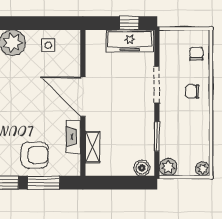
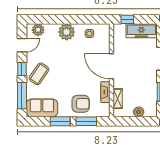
window: (129, 23) -> (127, 19), moved
boiler: (142, 168) -> (139, 112), moved

